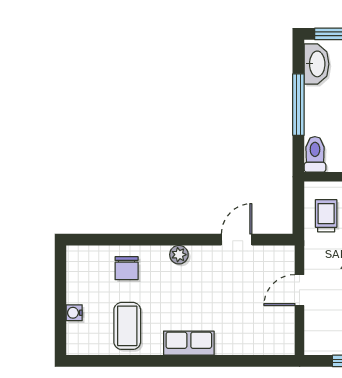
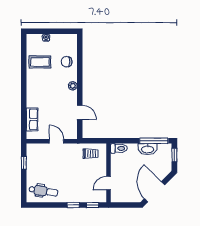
washbasin: (316, 64) -> (148, 149), moved
window: (298, 105) -> (154, 141), moved
row of seats: (189, 343) -> (32, 119), moved

